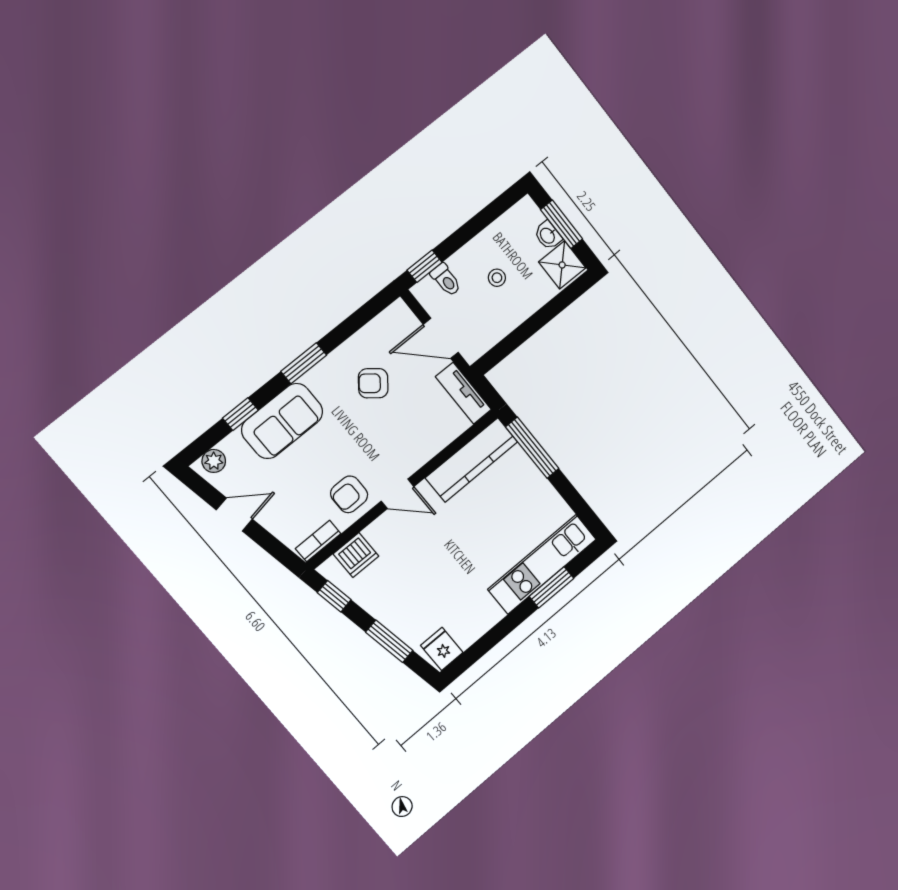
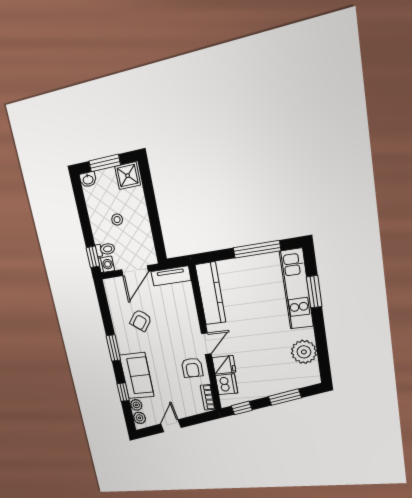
washbasin: (548, 235) -> (88, 179), moved
washing machine: (425, 292) -> (106, 264), added
plant: (233, 445) -> (136, 405), added
window: (532, 448) -> (257, 249), moved
plant: (467, 625) -> (304, 352), added
fridge: (442, 649) -> (224, 365), moved, turned 180

